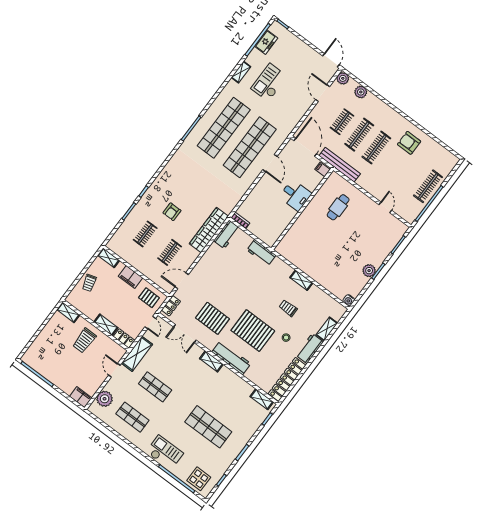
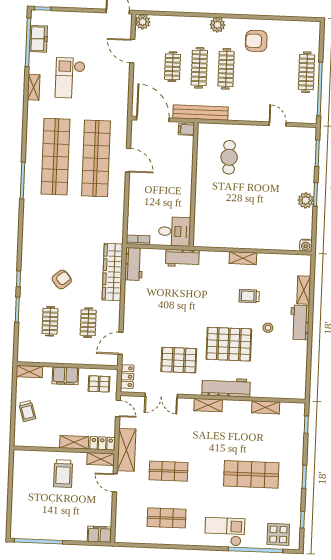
plant: (361, 92) -> (217, 25), moved
desk: (295, 195) -> (174, 231), moved
armchair: (172, 212) -> (62, 279), turned -130
shelving: (68, 312) -> (101, 459), moved
locker: (287, 379) -> (299, 370), removed
plant: (105, 399) -> (125, 519), removed
shelving: (262, 399) -> (266, 407), moved

